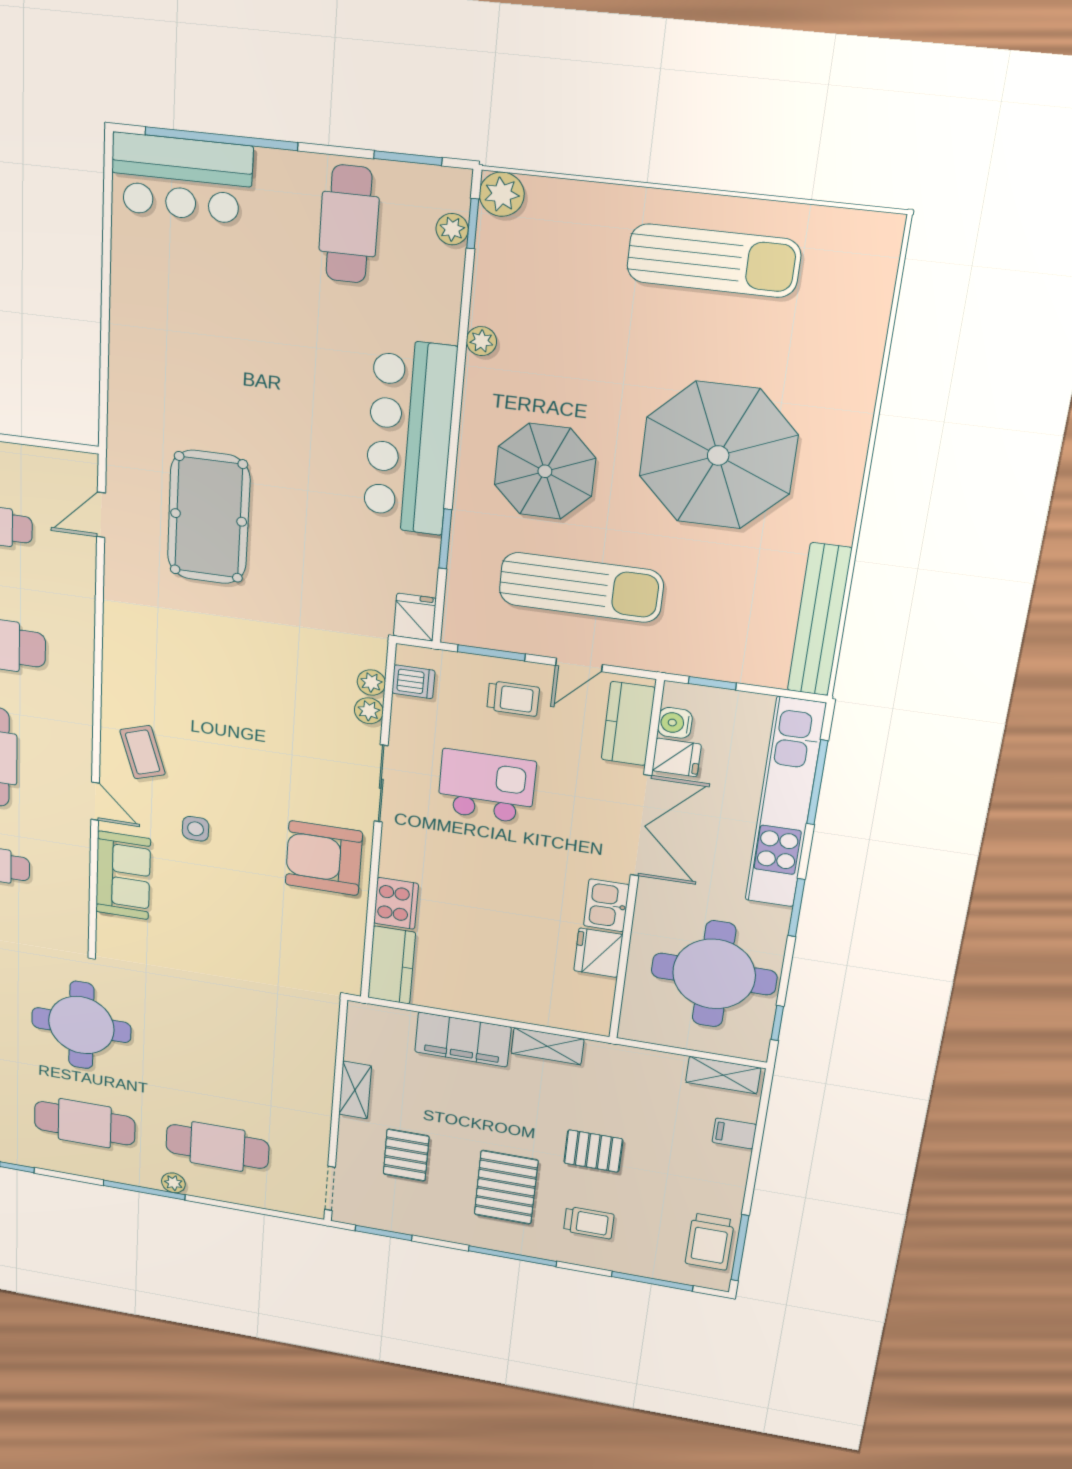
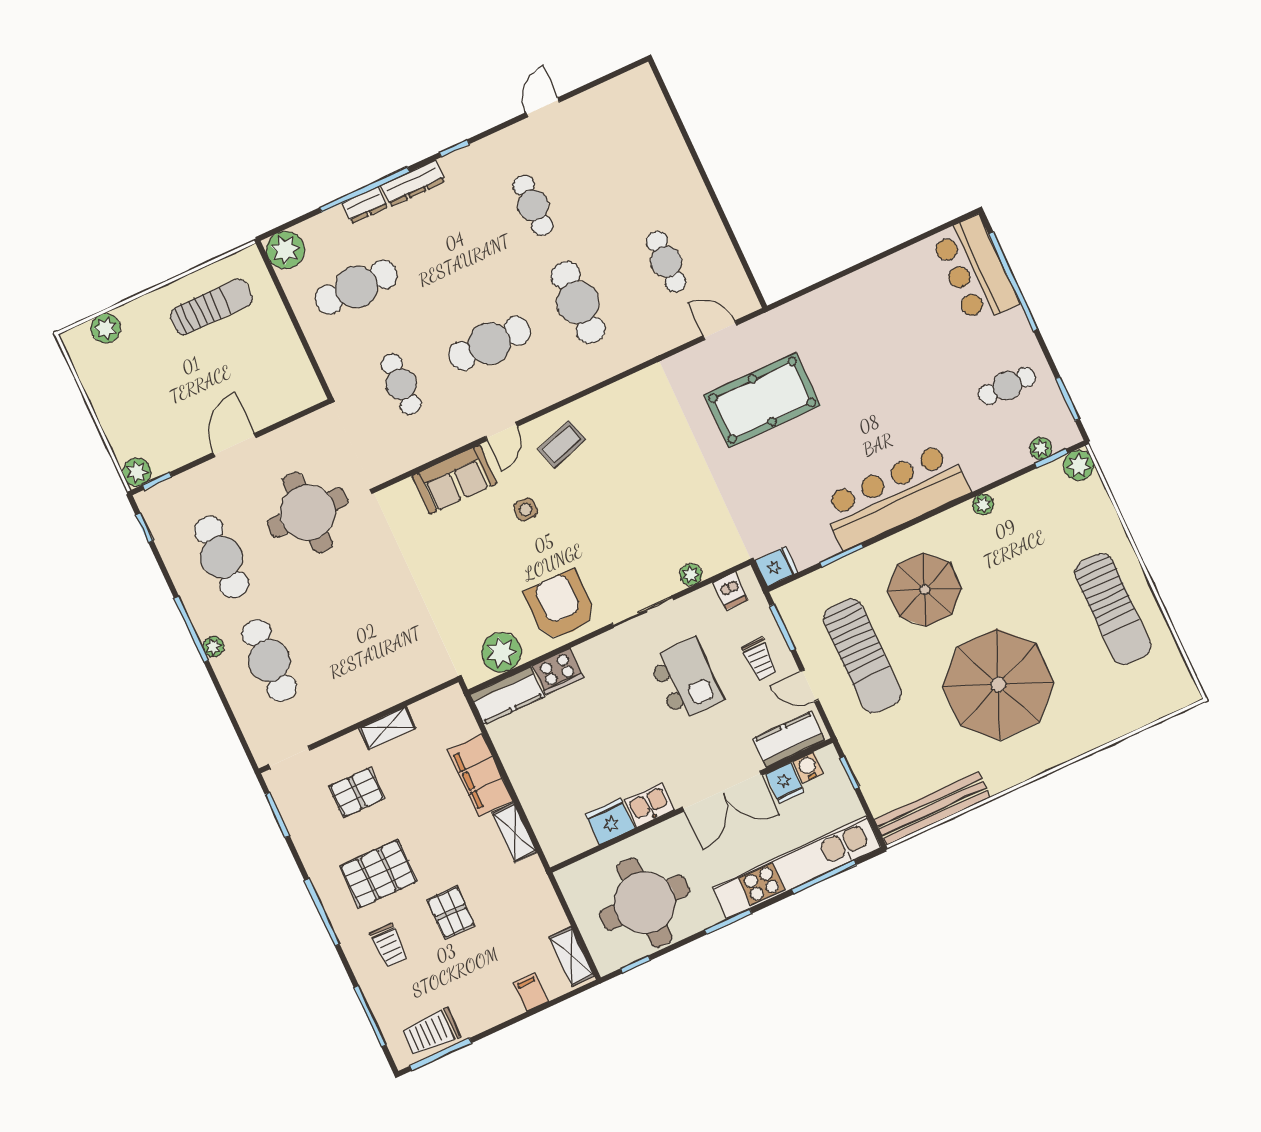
cafe table: (349, 224) -> (1007, 386), width x0.73, depth x0.74
plant: (371, 683) -> (501, 652), moved, width x1.87, depth x1.87

